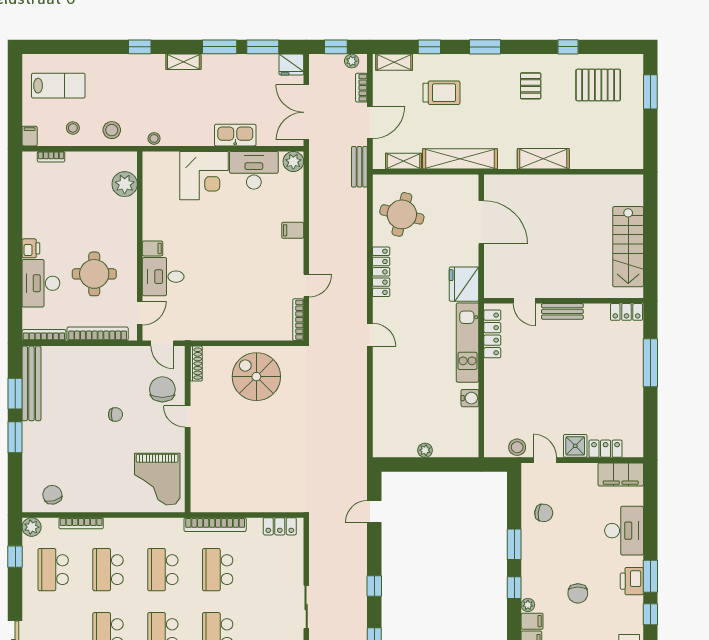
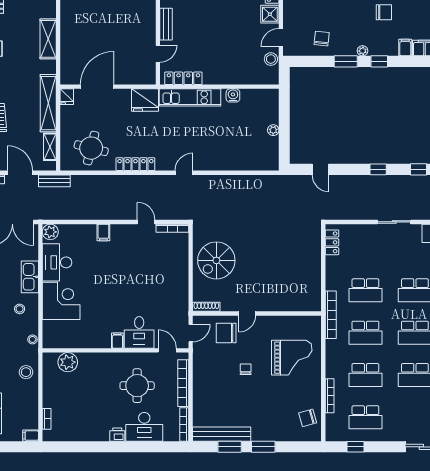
stool: (73, 128) -> (20, 309), moved
fridge: (468, 183) -> (67, 97), added
grand piano: (157, 479) -> (292, 358), moved
bookcase: (215, 525) -> (331, 315), moved
plant: (32, 527) -> (333, 434), removed
plant: (528, 605) -> (363, 51), moved

